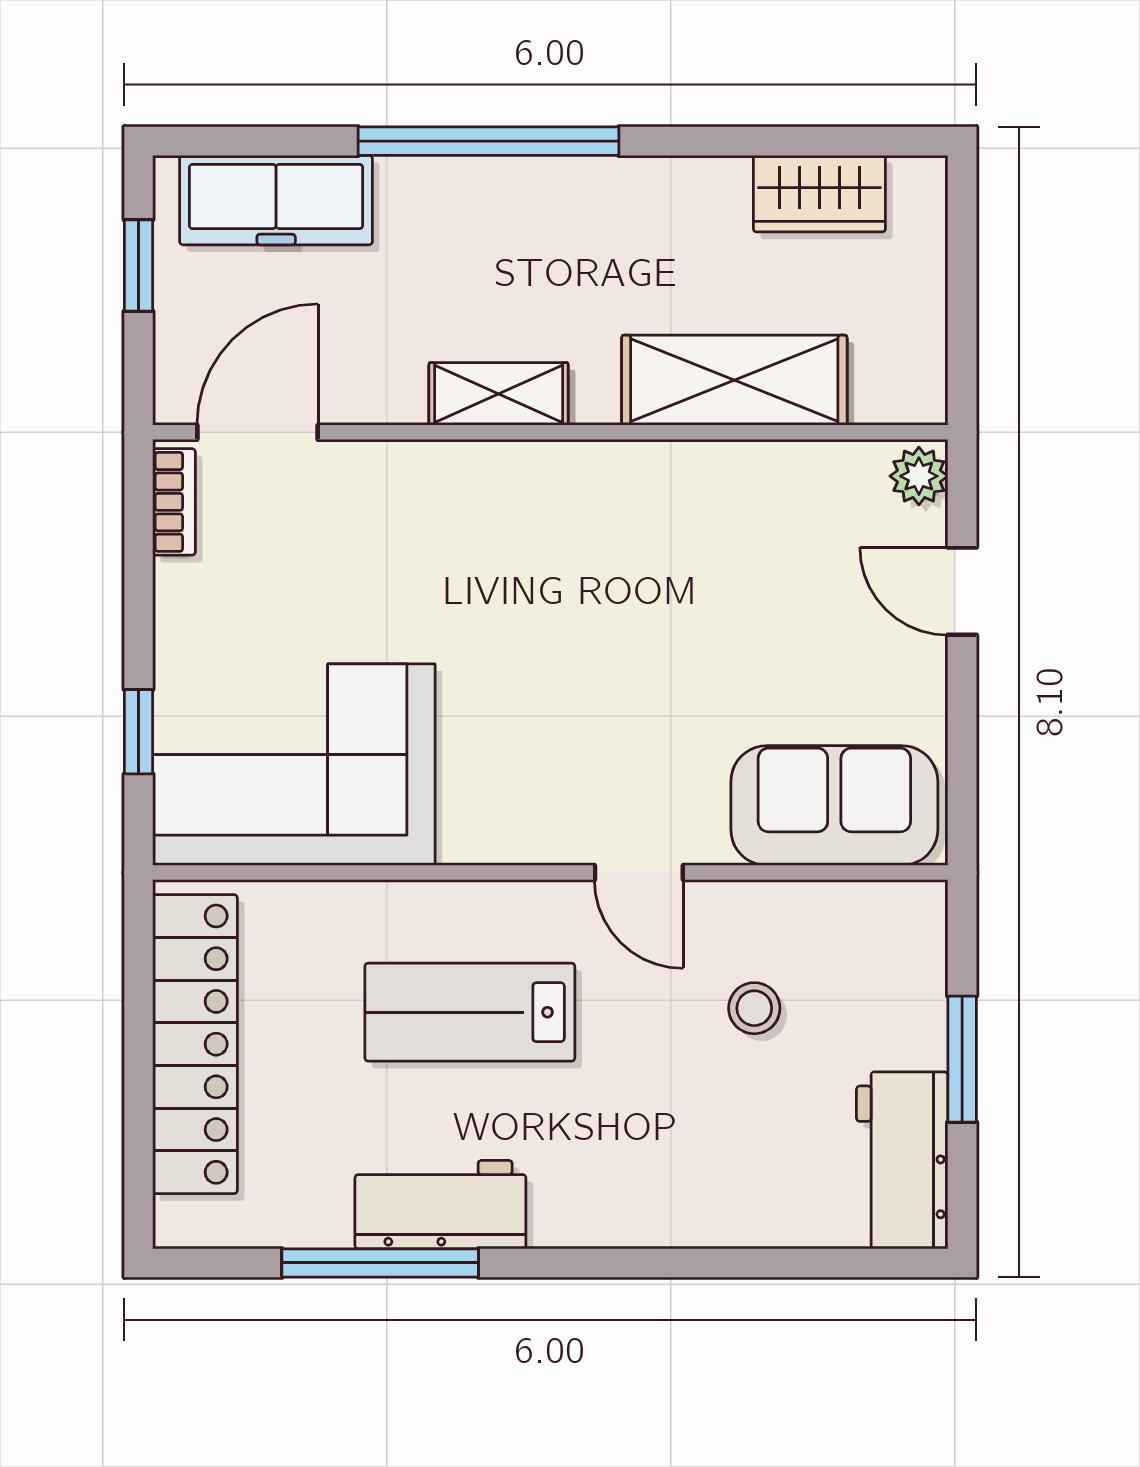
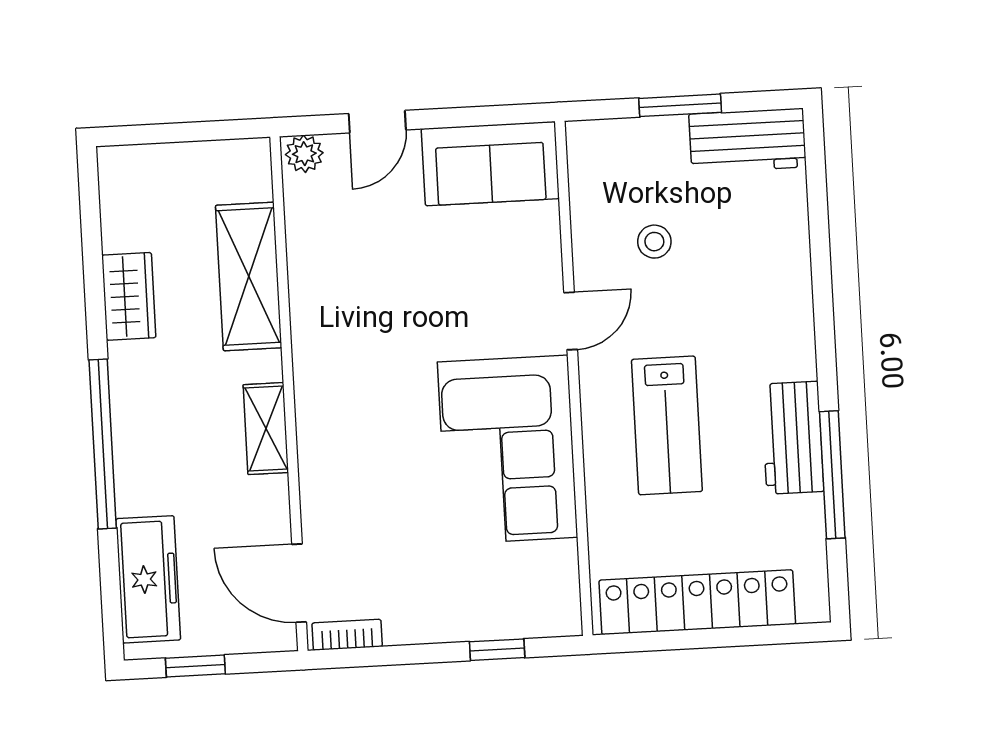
wardrobe: (819, 194) -> (129, 296), moved
corner sofa: (294, 765) -> (508, 450), moved
sofa: (834, 806) -> (490, 164), moved, turned -90

